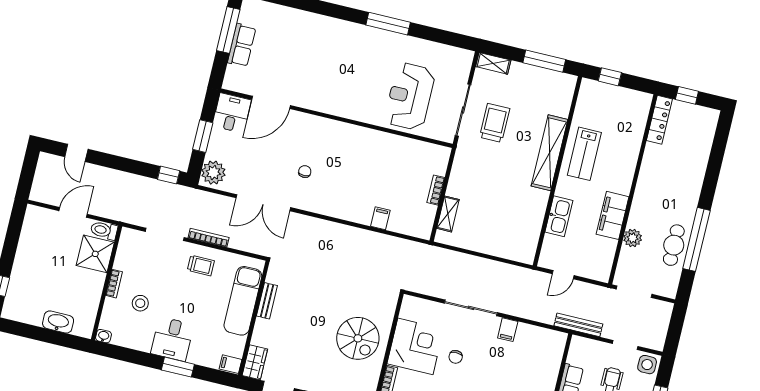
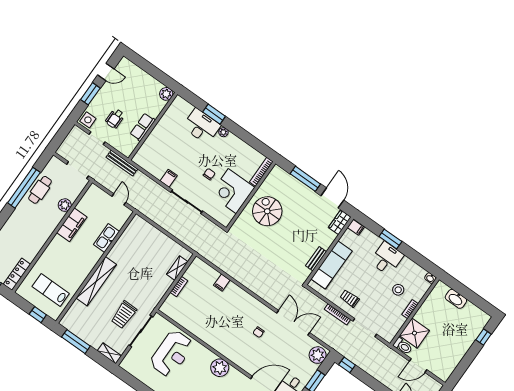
plant: (338, 103) -> (220, 368), added
lab bench: (584, 154) -> (51, 290), moved, turned -90
door: (563, 275) -> (119, 199), hinge flipped

